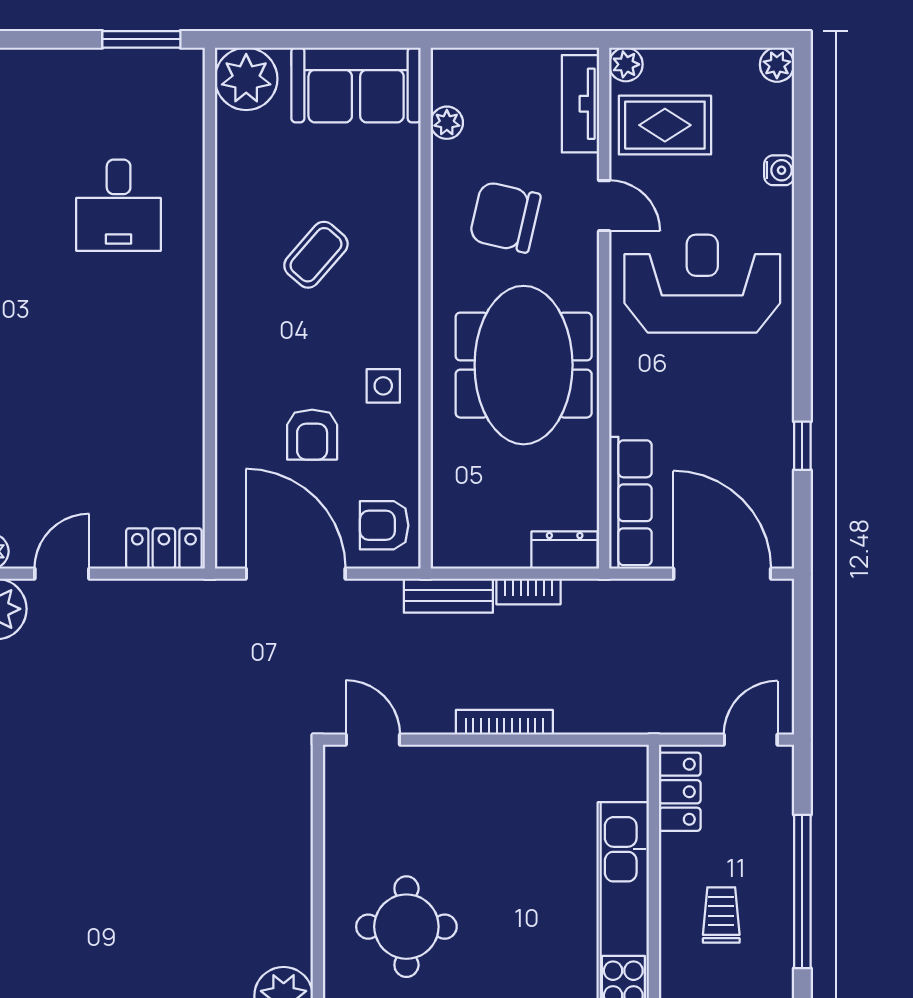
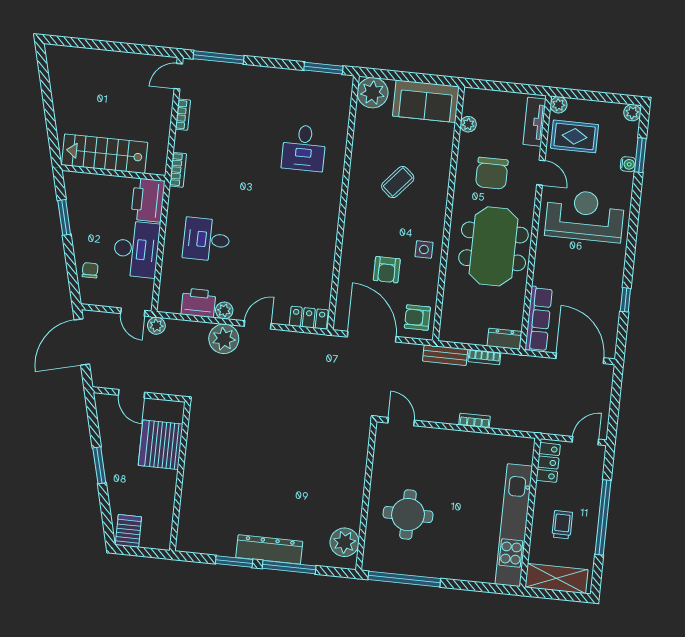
window: (802, 149) -> (640, 155), added
chair: (505, 217) -> (492, 173), turned -103
bookcase: (504, 722) -> (475, 421), width x0.64

